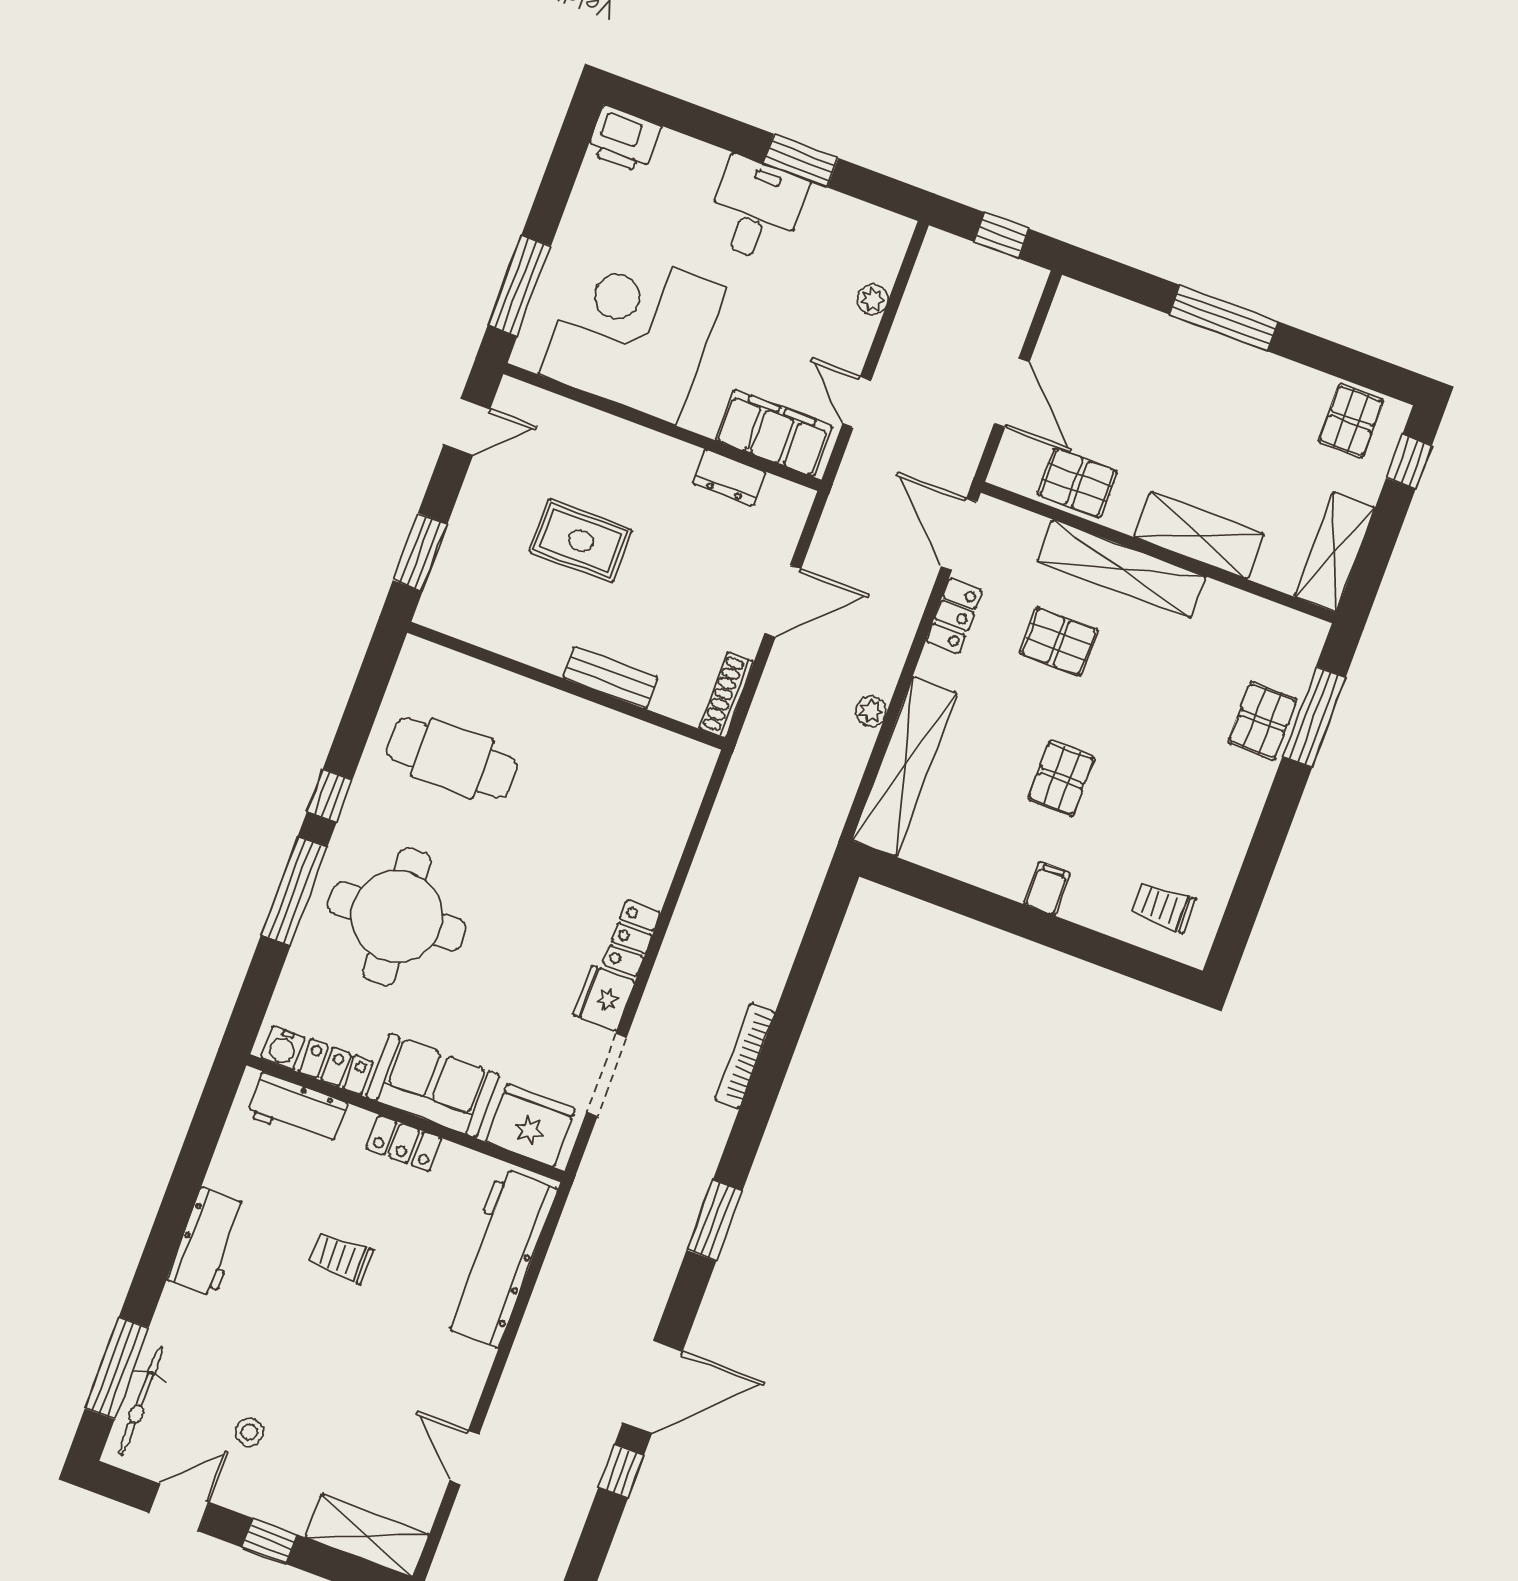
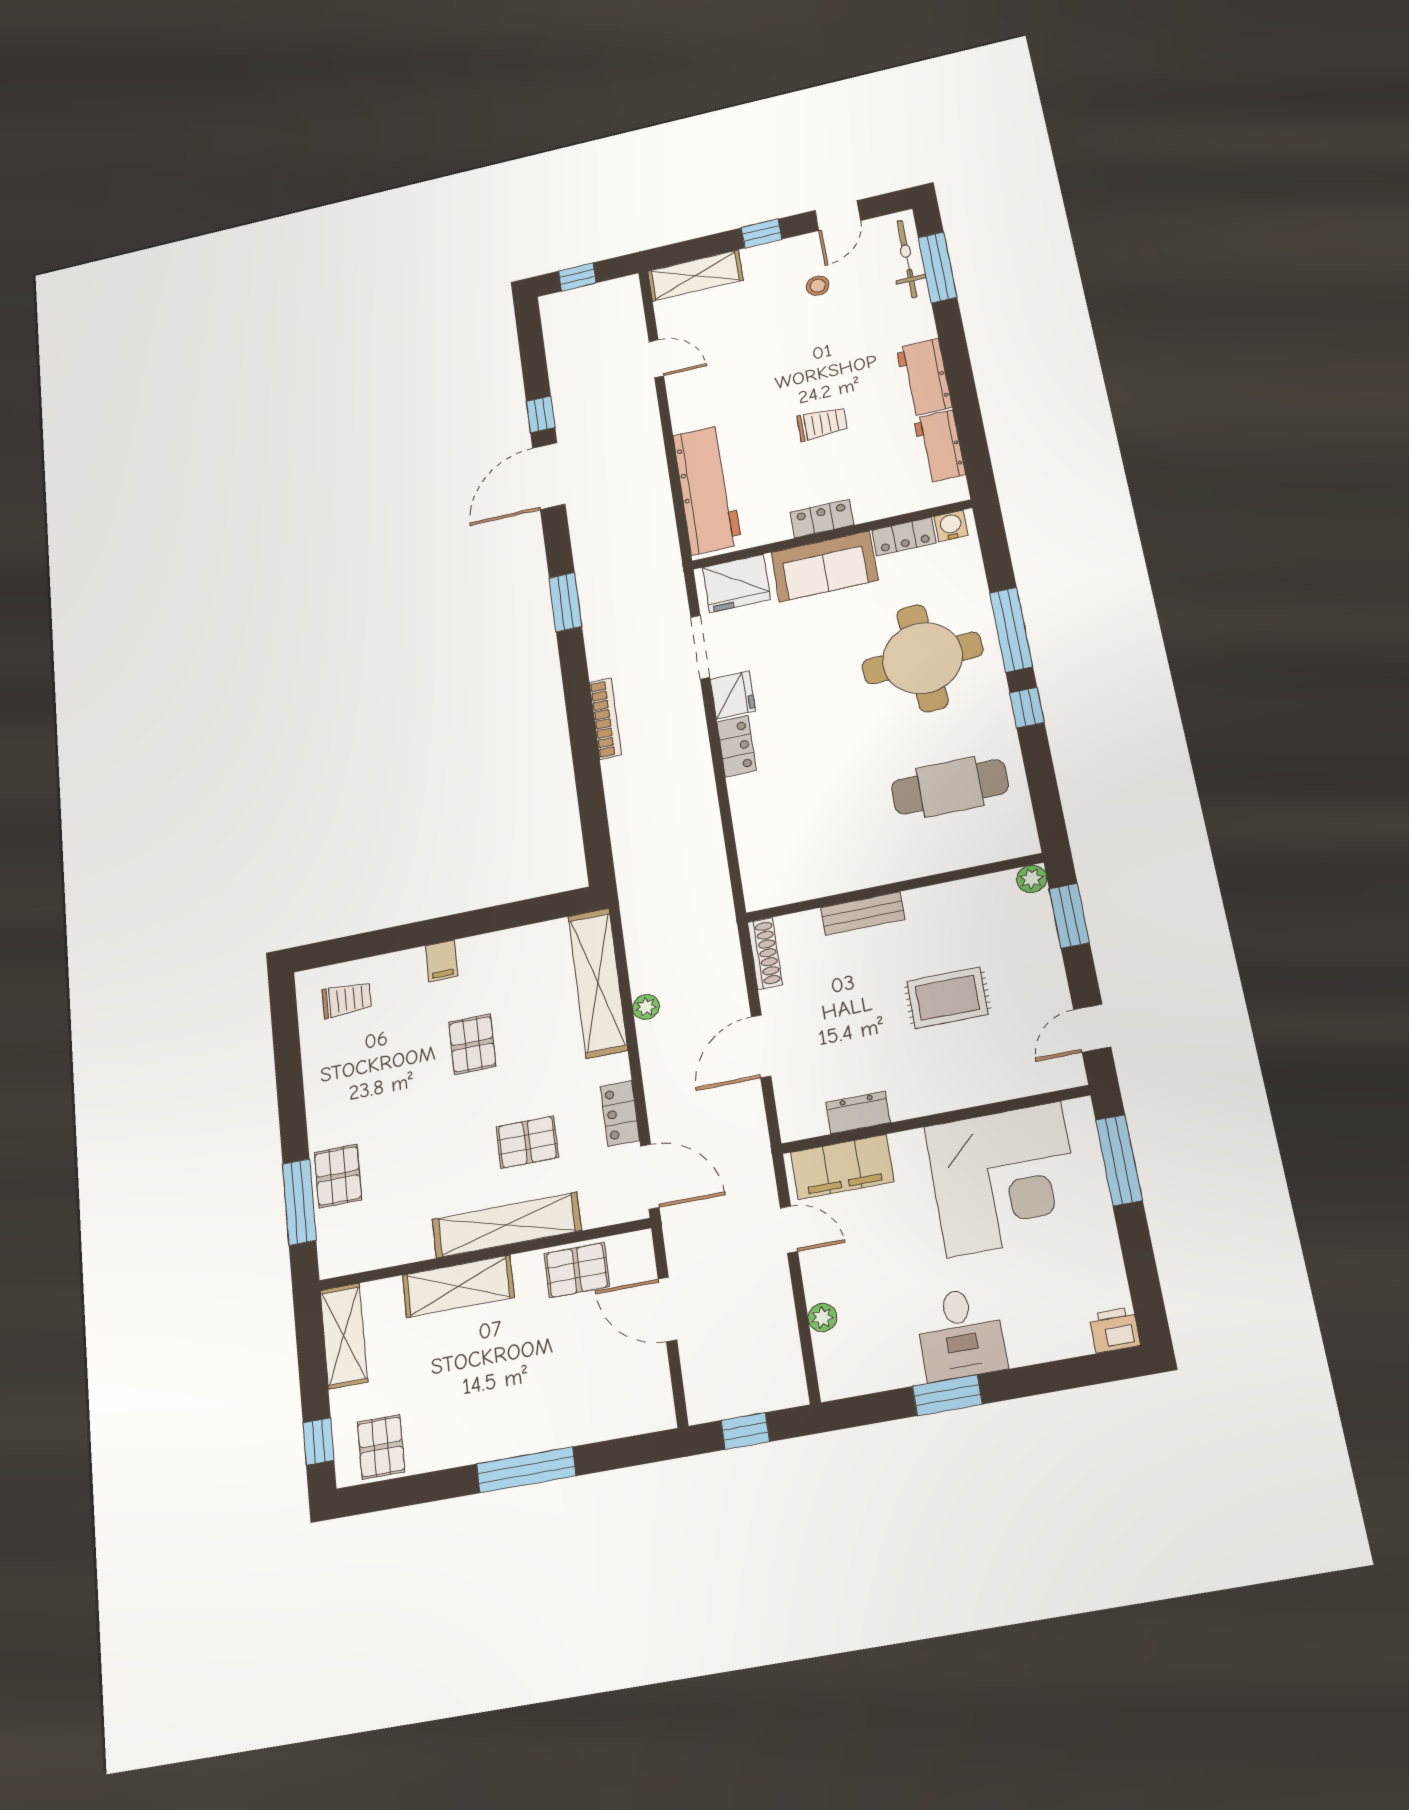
printer: (624, 139) -> (1115, 1330), width x0.73, depth x0.81
plant: (432, 612) -> (1032, 879), added
workbench: (297, 1109) -> (940, 446), moved, turned -90

